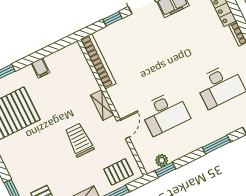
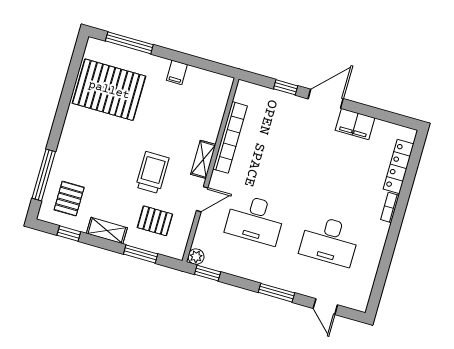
bookcase: (98, 61) -> (230, 137), moved
plant: (162, 160) -> (196, 257), moved
pallet: (118, 172) -> (155, 221), moved

